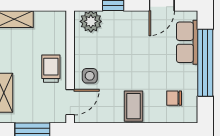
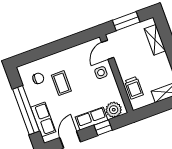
row of seats: (124, 20) -> (92, 119), added
trolley: (51, 69) -> (134, 88), moved
coffee table: (134, 106) -> (61, 83), moved

